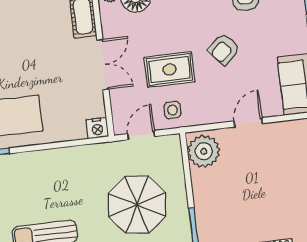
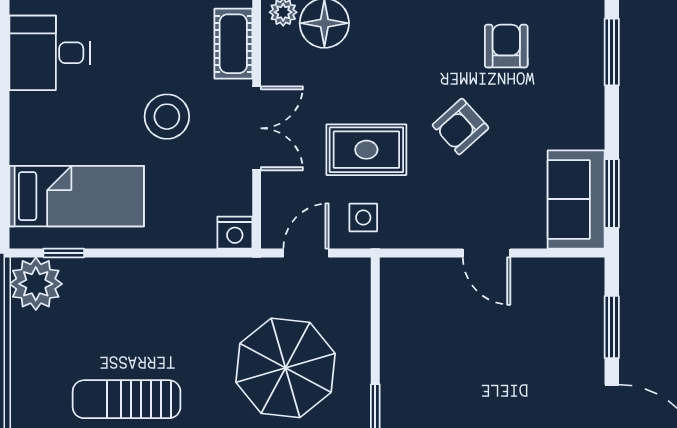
stool: (49, 64) -> (167, 117), added
door: (248, 122) -> (487, 253), swing flipped
plant: (204, 151) -> (407, 292), removed

